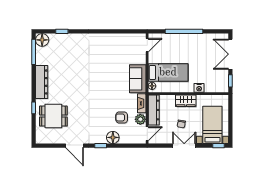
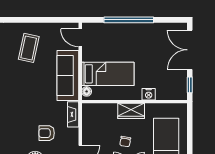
door: (147, 45) -> (80, 38), swing flipped
coffee table: (108, 53) -> (29, 48), added
sofa: (138, 79) -> (68, 75), width x1.36
dresser: (154, 110) -> (89, 123), removed
plant: (140, 119) -> (71, 135), removed

